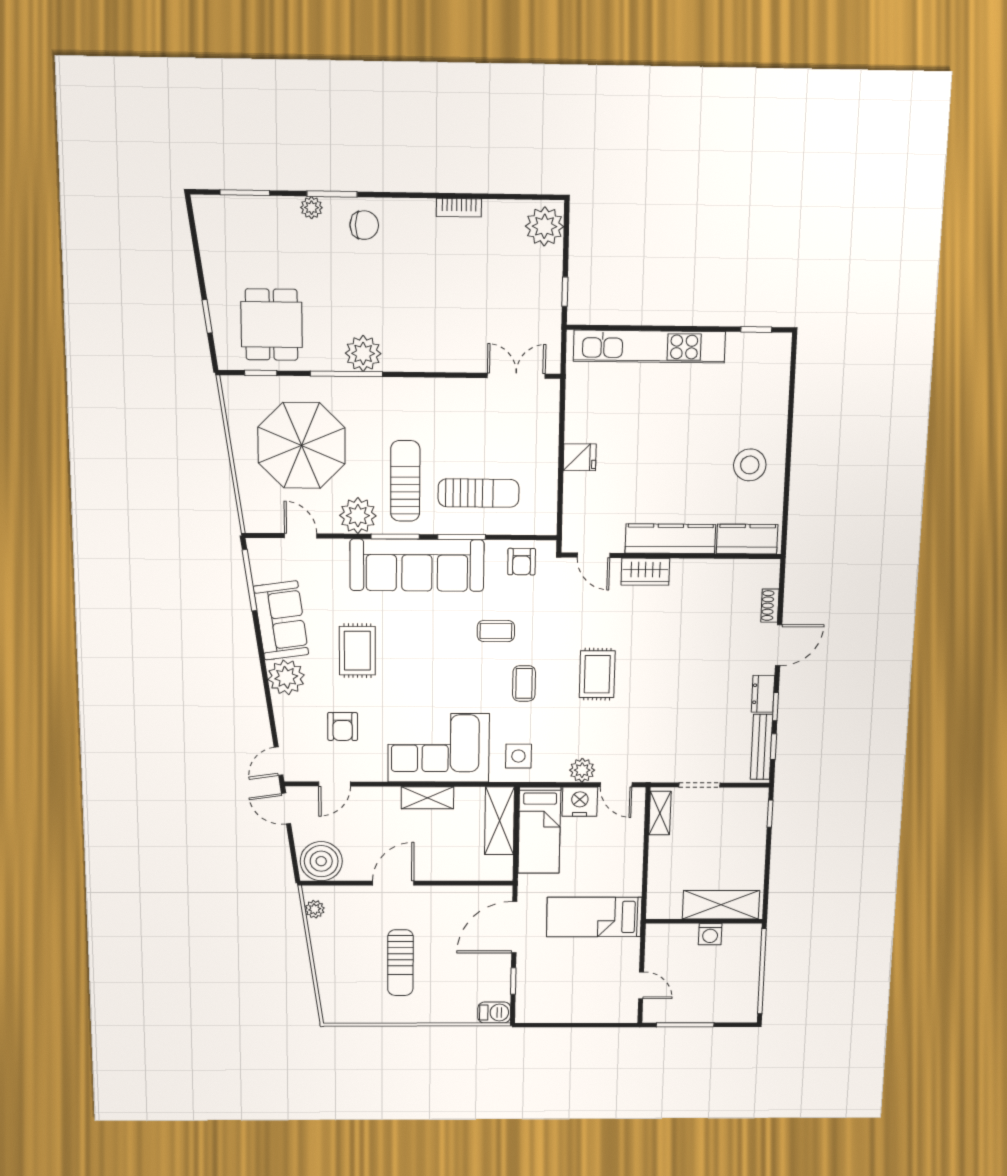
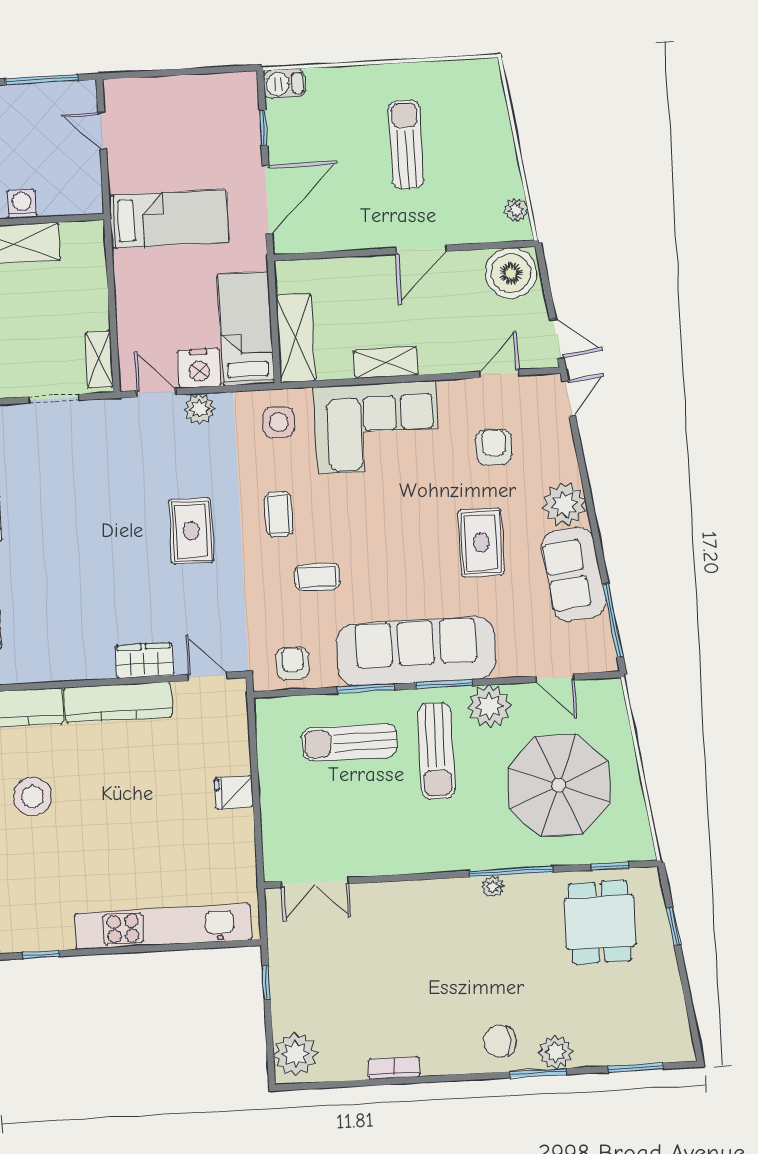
plant: (311, 208) -> (556, 1052), width x1.38, depth x1.38
plant: (363, 353) -> (493, 887), width x0.53, depth x0.53

